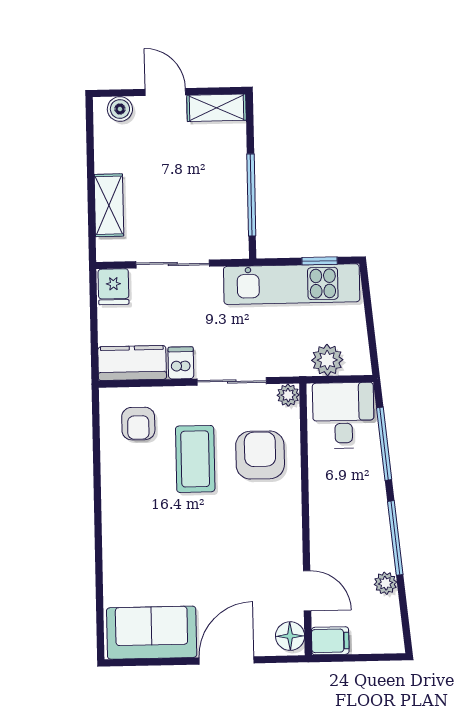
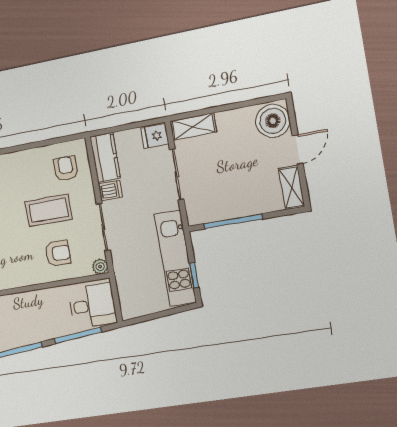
boiler: (120, 109) -> (273, 121), width x1.86, depth x1.86
shelving: (109, 205) -> (193, 127), moved
plant: (327, 360) -> (128, 290), removed
armchair: (138, 424) -> (66, 168), turned 90
armchair: (260, 455) -> (58, 253), width x0.72, depth x0.72

